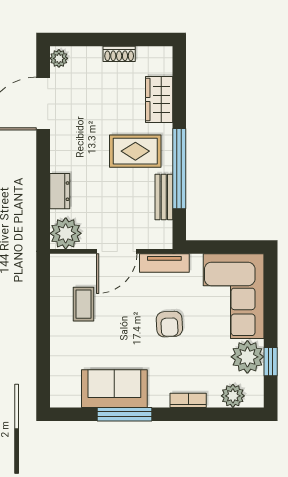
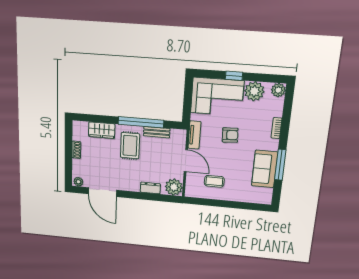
window: (271, 362) -> (234, 76), moved
plant: (233, 396) -> (278, 90), moved

